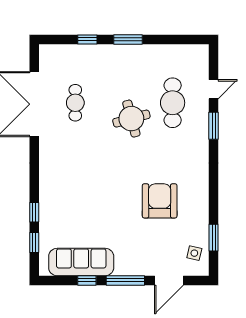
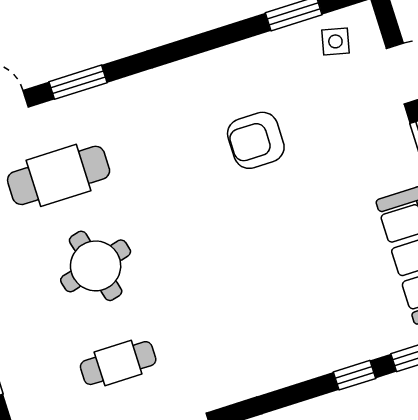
round table: (131, 119) -> (96, 266), moved
armchair: (160, 201) -> (256, 140), width x0.73, depth x0.73

